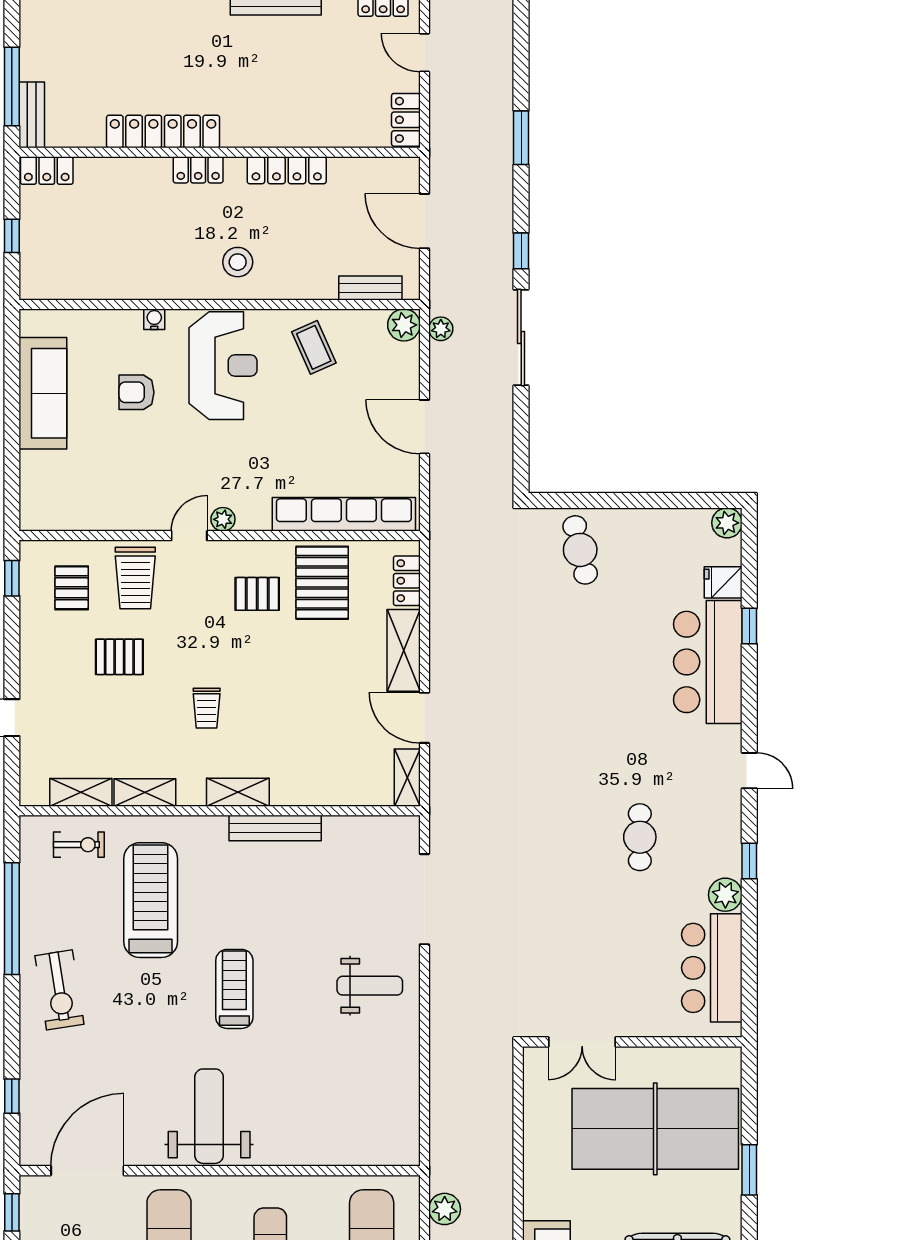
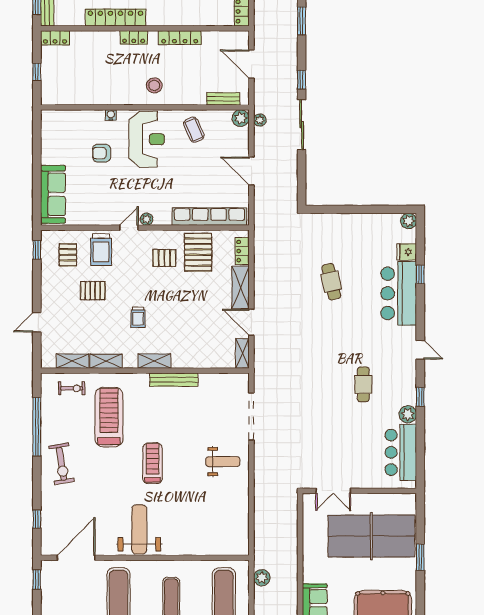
sofa: (43, 393) -> (53, 194), moved
cafe table: (580, 550) -> (331, 282), moved

